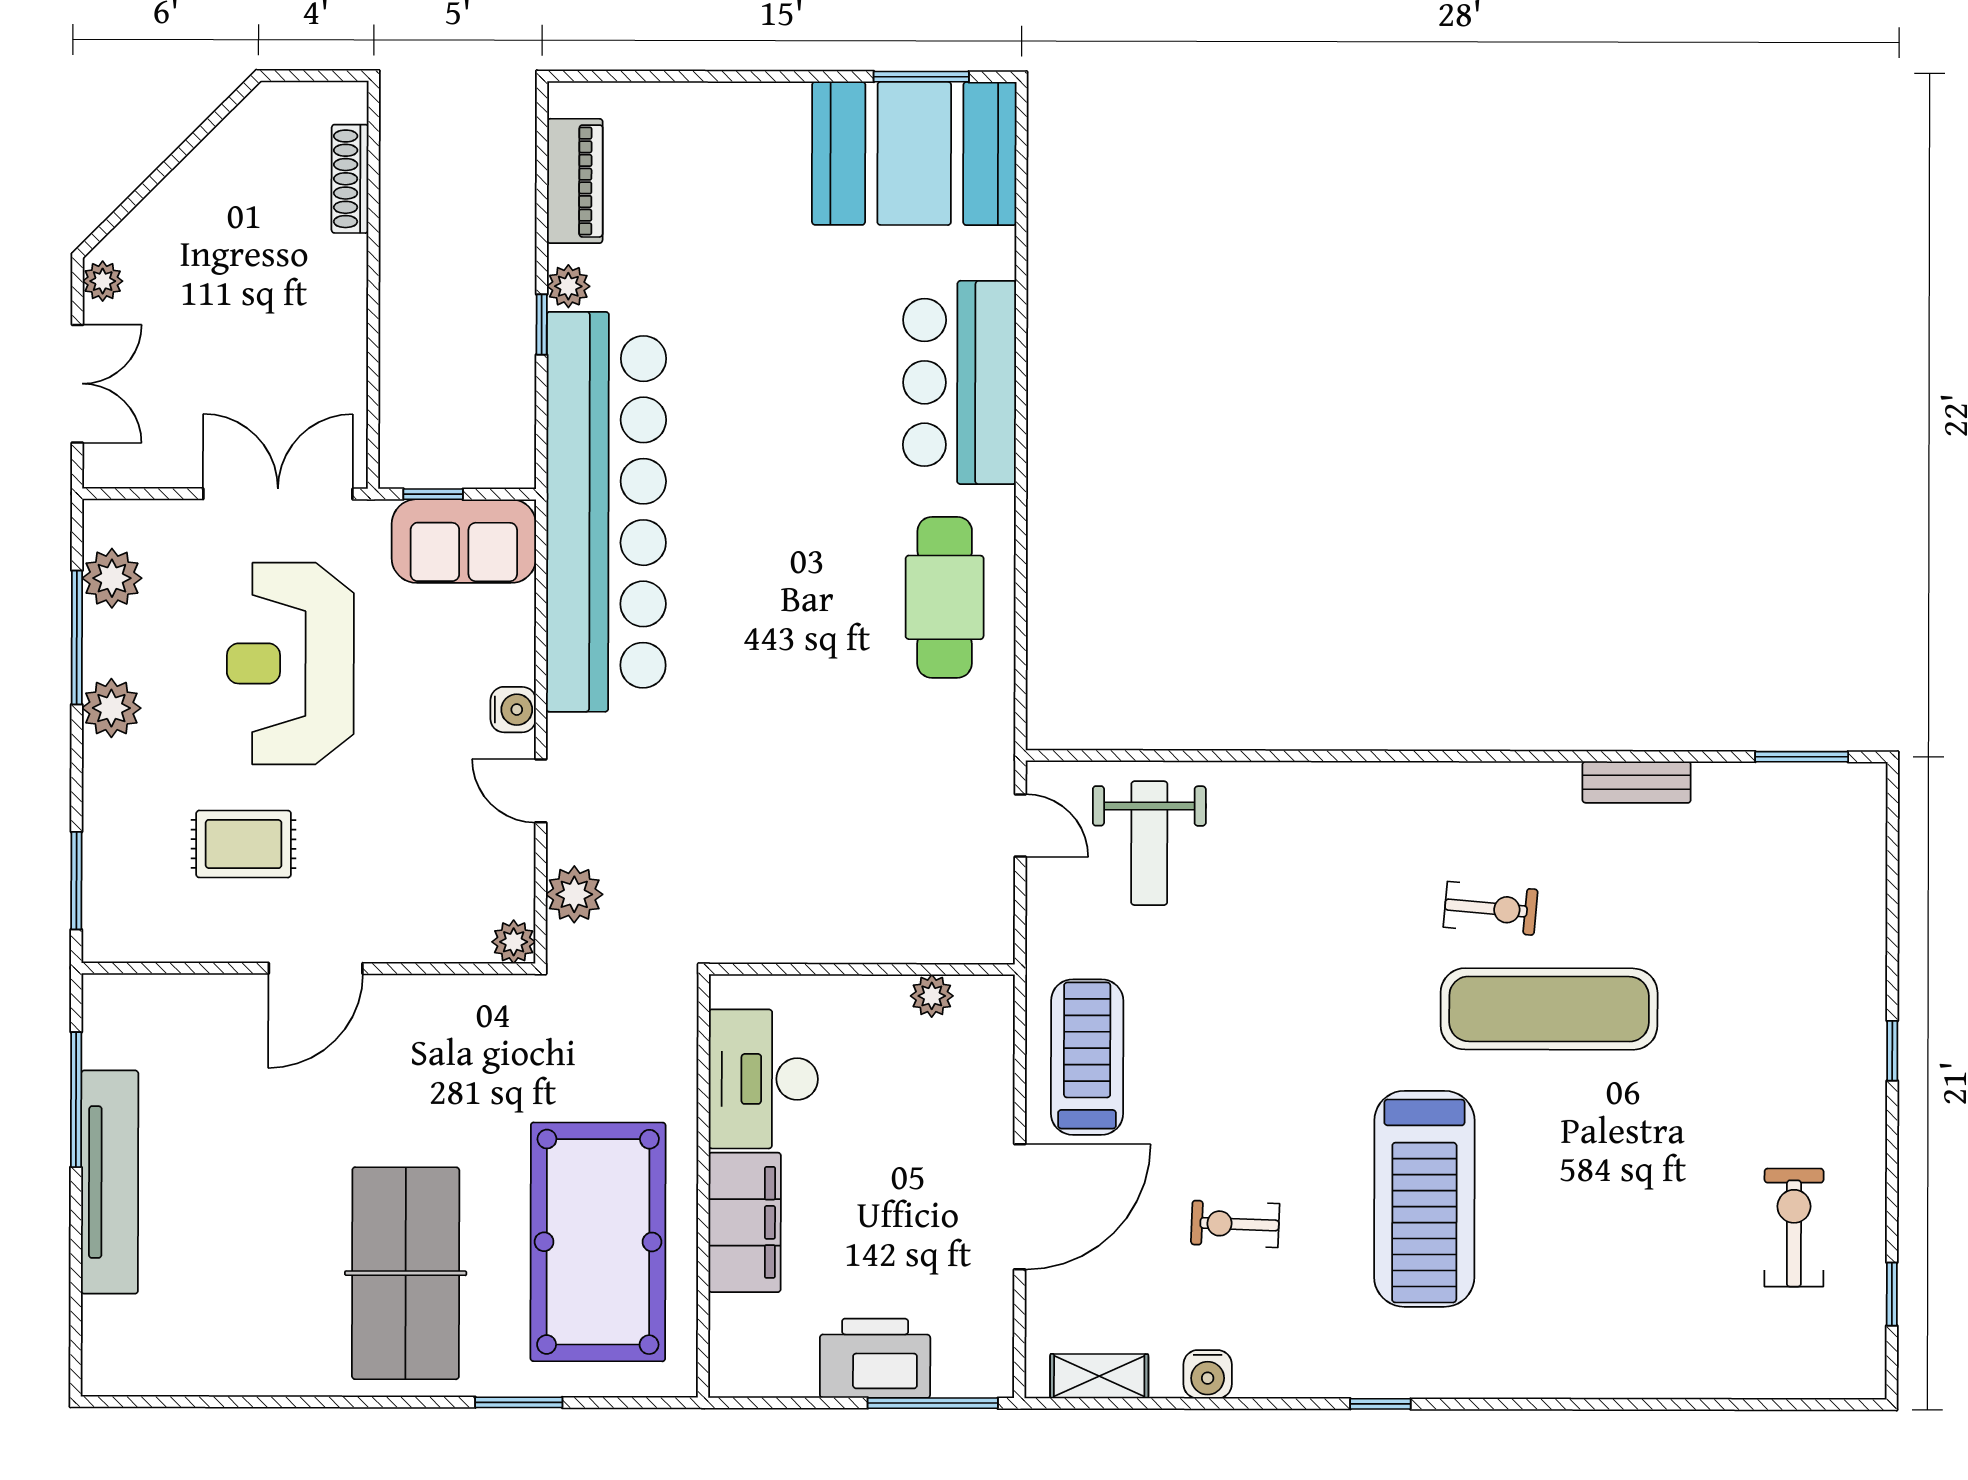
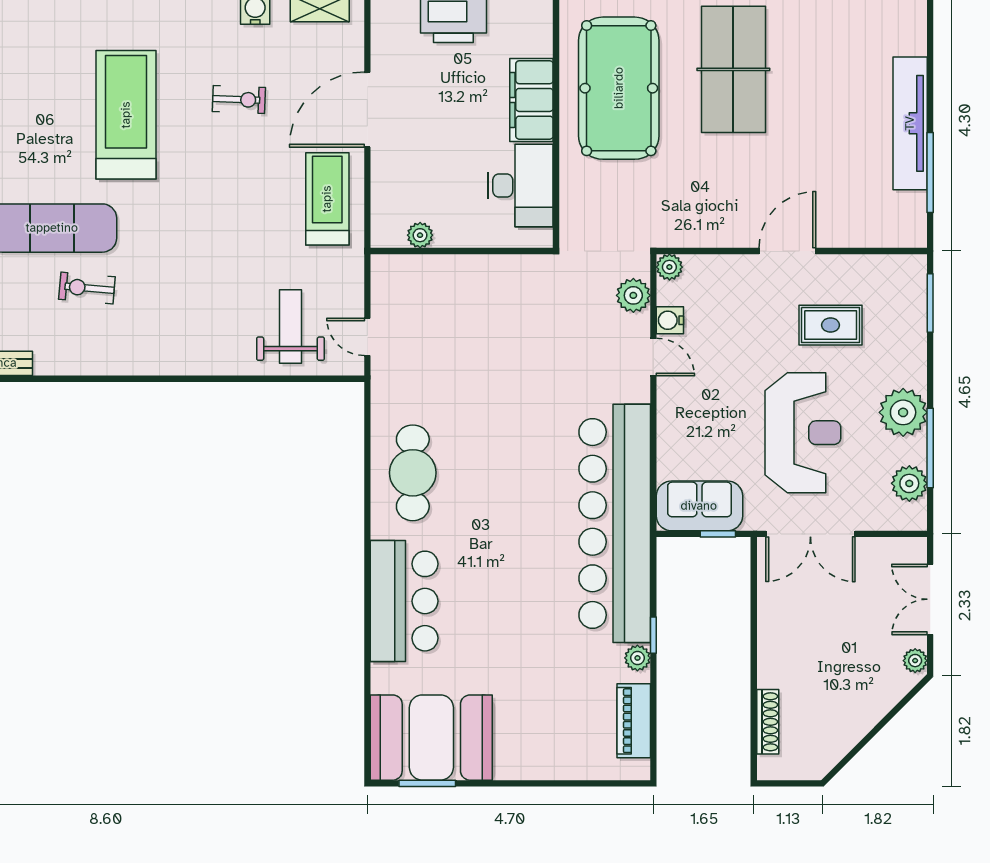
plant: (111, 708) -> (903, 412), width x1.36, depth x1.36
water cooler: (513, 710) -> (670, 320), moved
treadmill: (1087, 1057) -> (327, 199), turned 180

